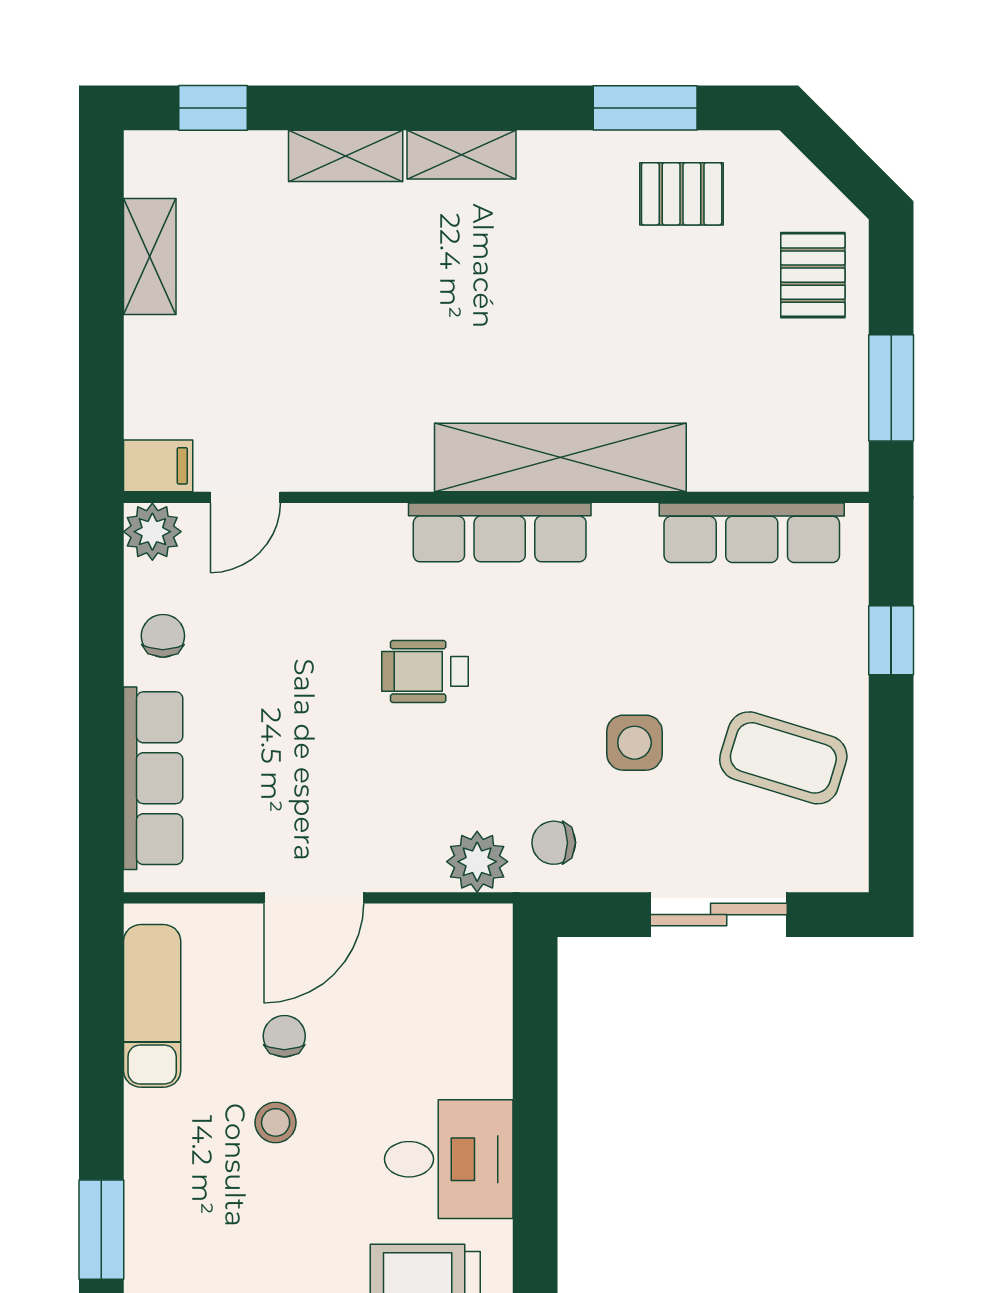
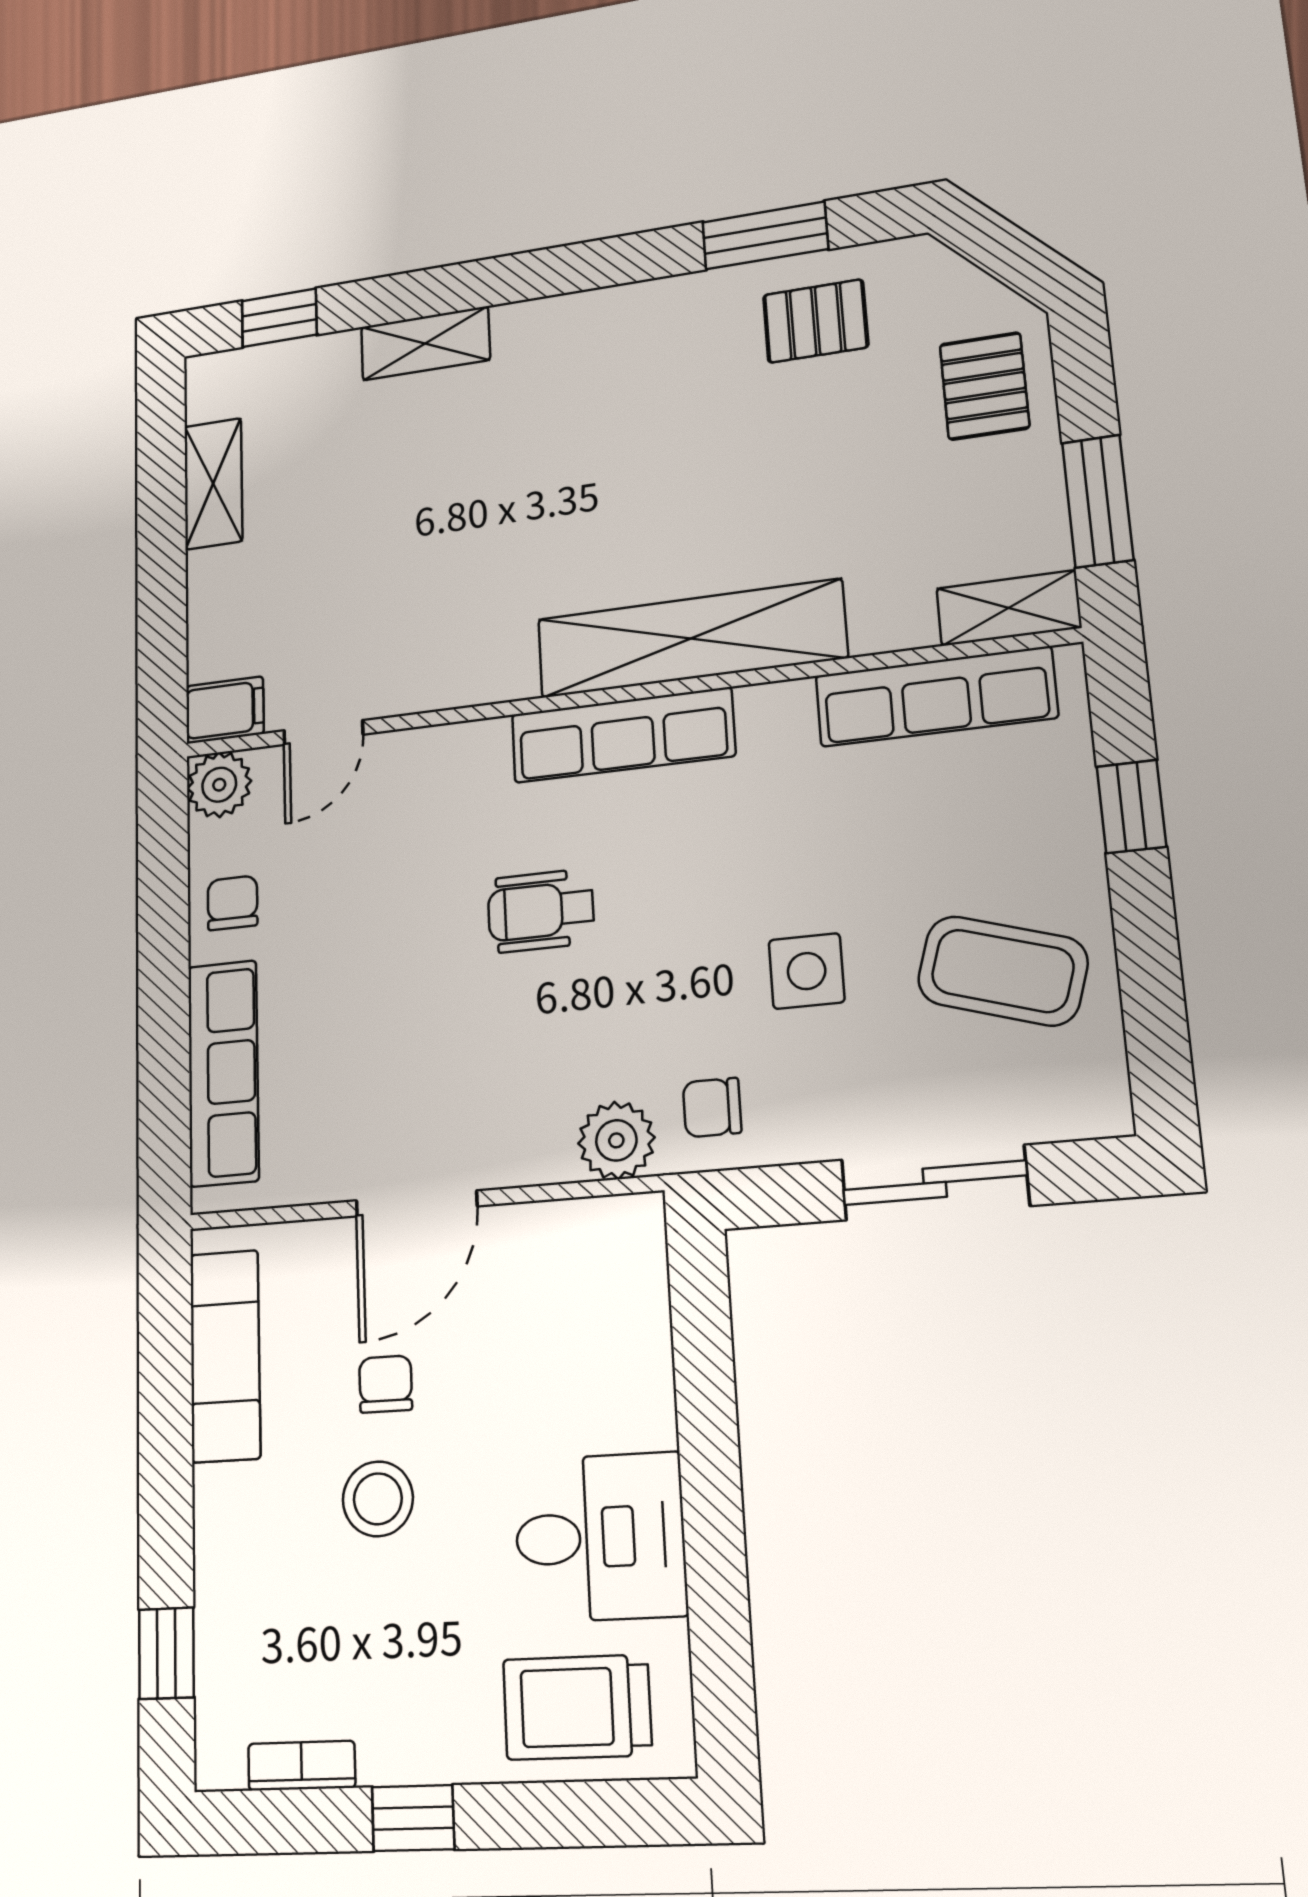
shelving: (461, 155) -> (1009, 608), moved
stool: (276, 1122) -> (378, 1499), width x1.37, depth x1.37
window: (101, 1230) -> (166, 1653), width x0.67

